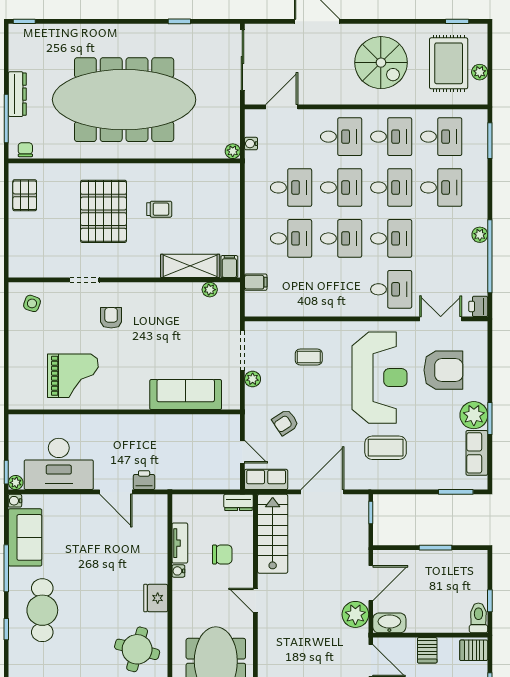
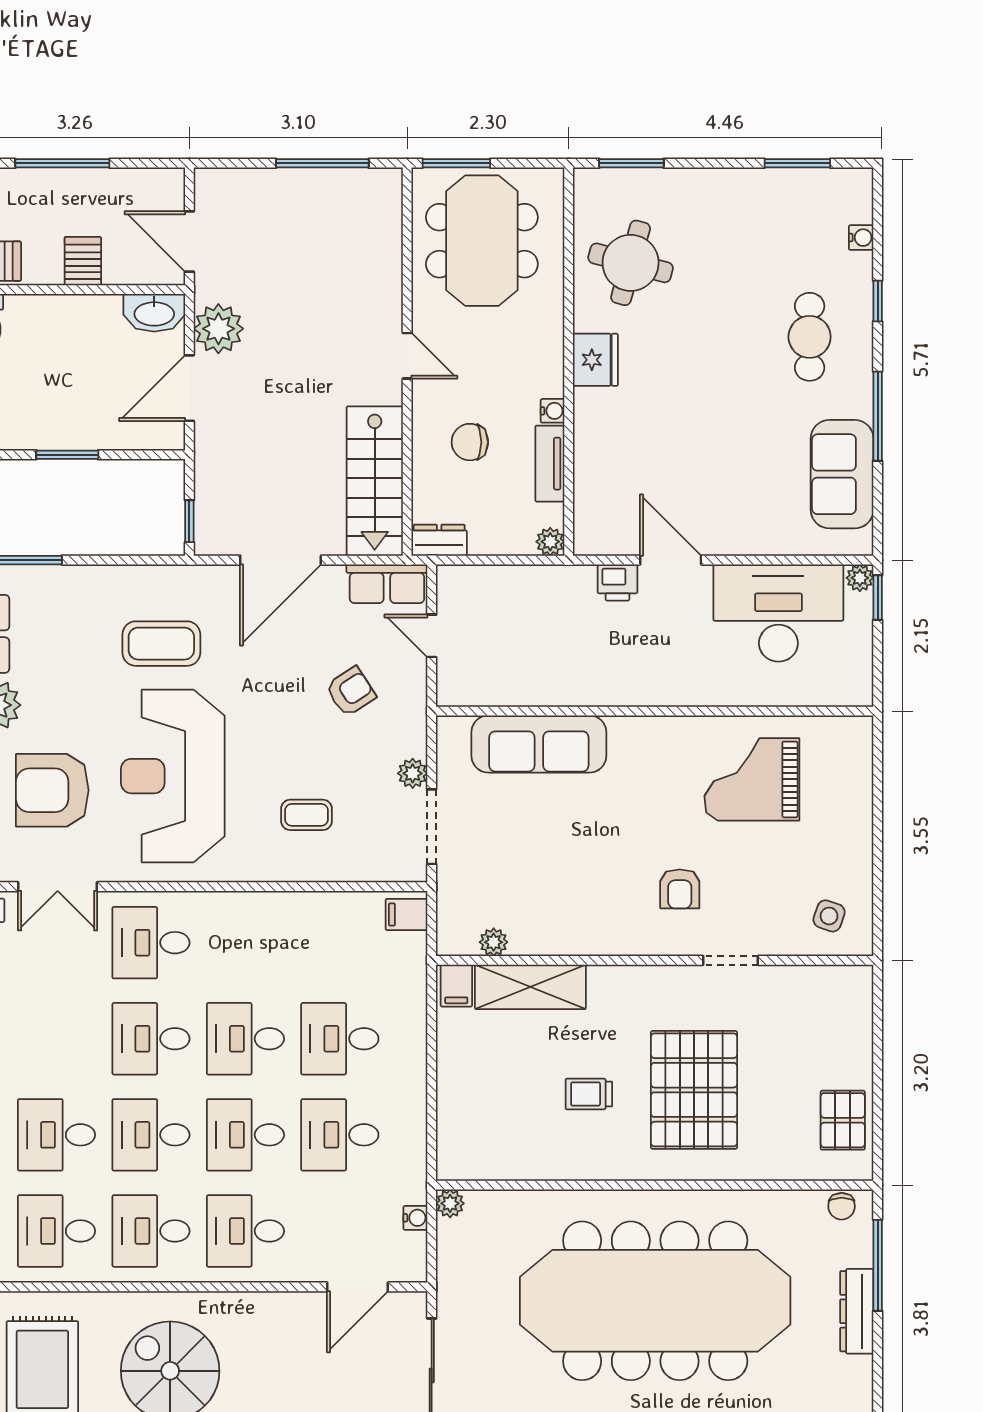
filing cabinet: (256, 282) -> (407, 914), moved
water cooler: (15, 501) -> (861, 238), moved
plant: (180, 502) -> (550, 542), added
cafe table: (42, 610) -> (810, 337), width x0.73, depth x0.74

